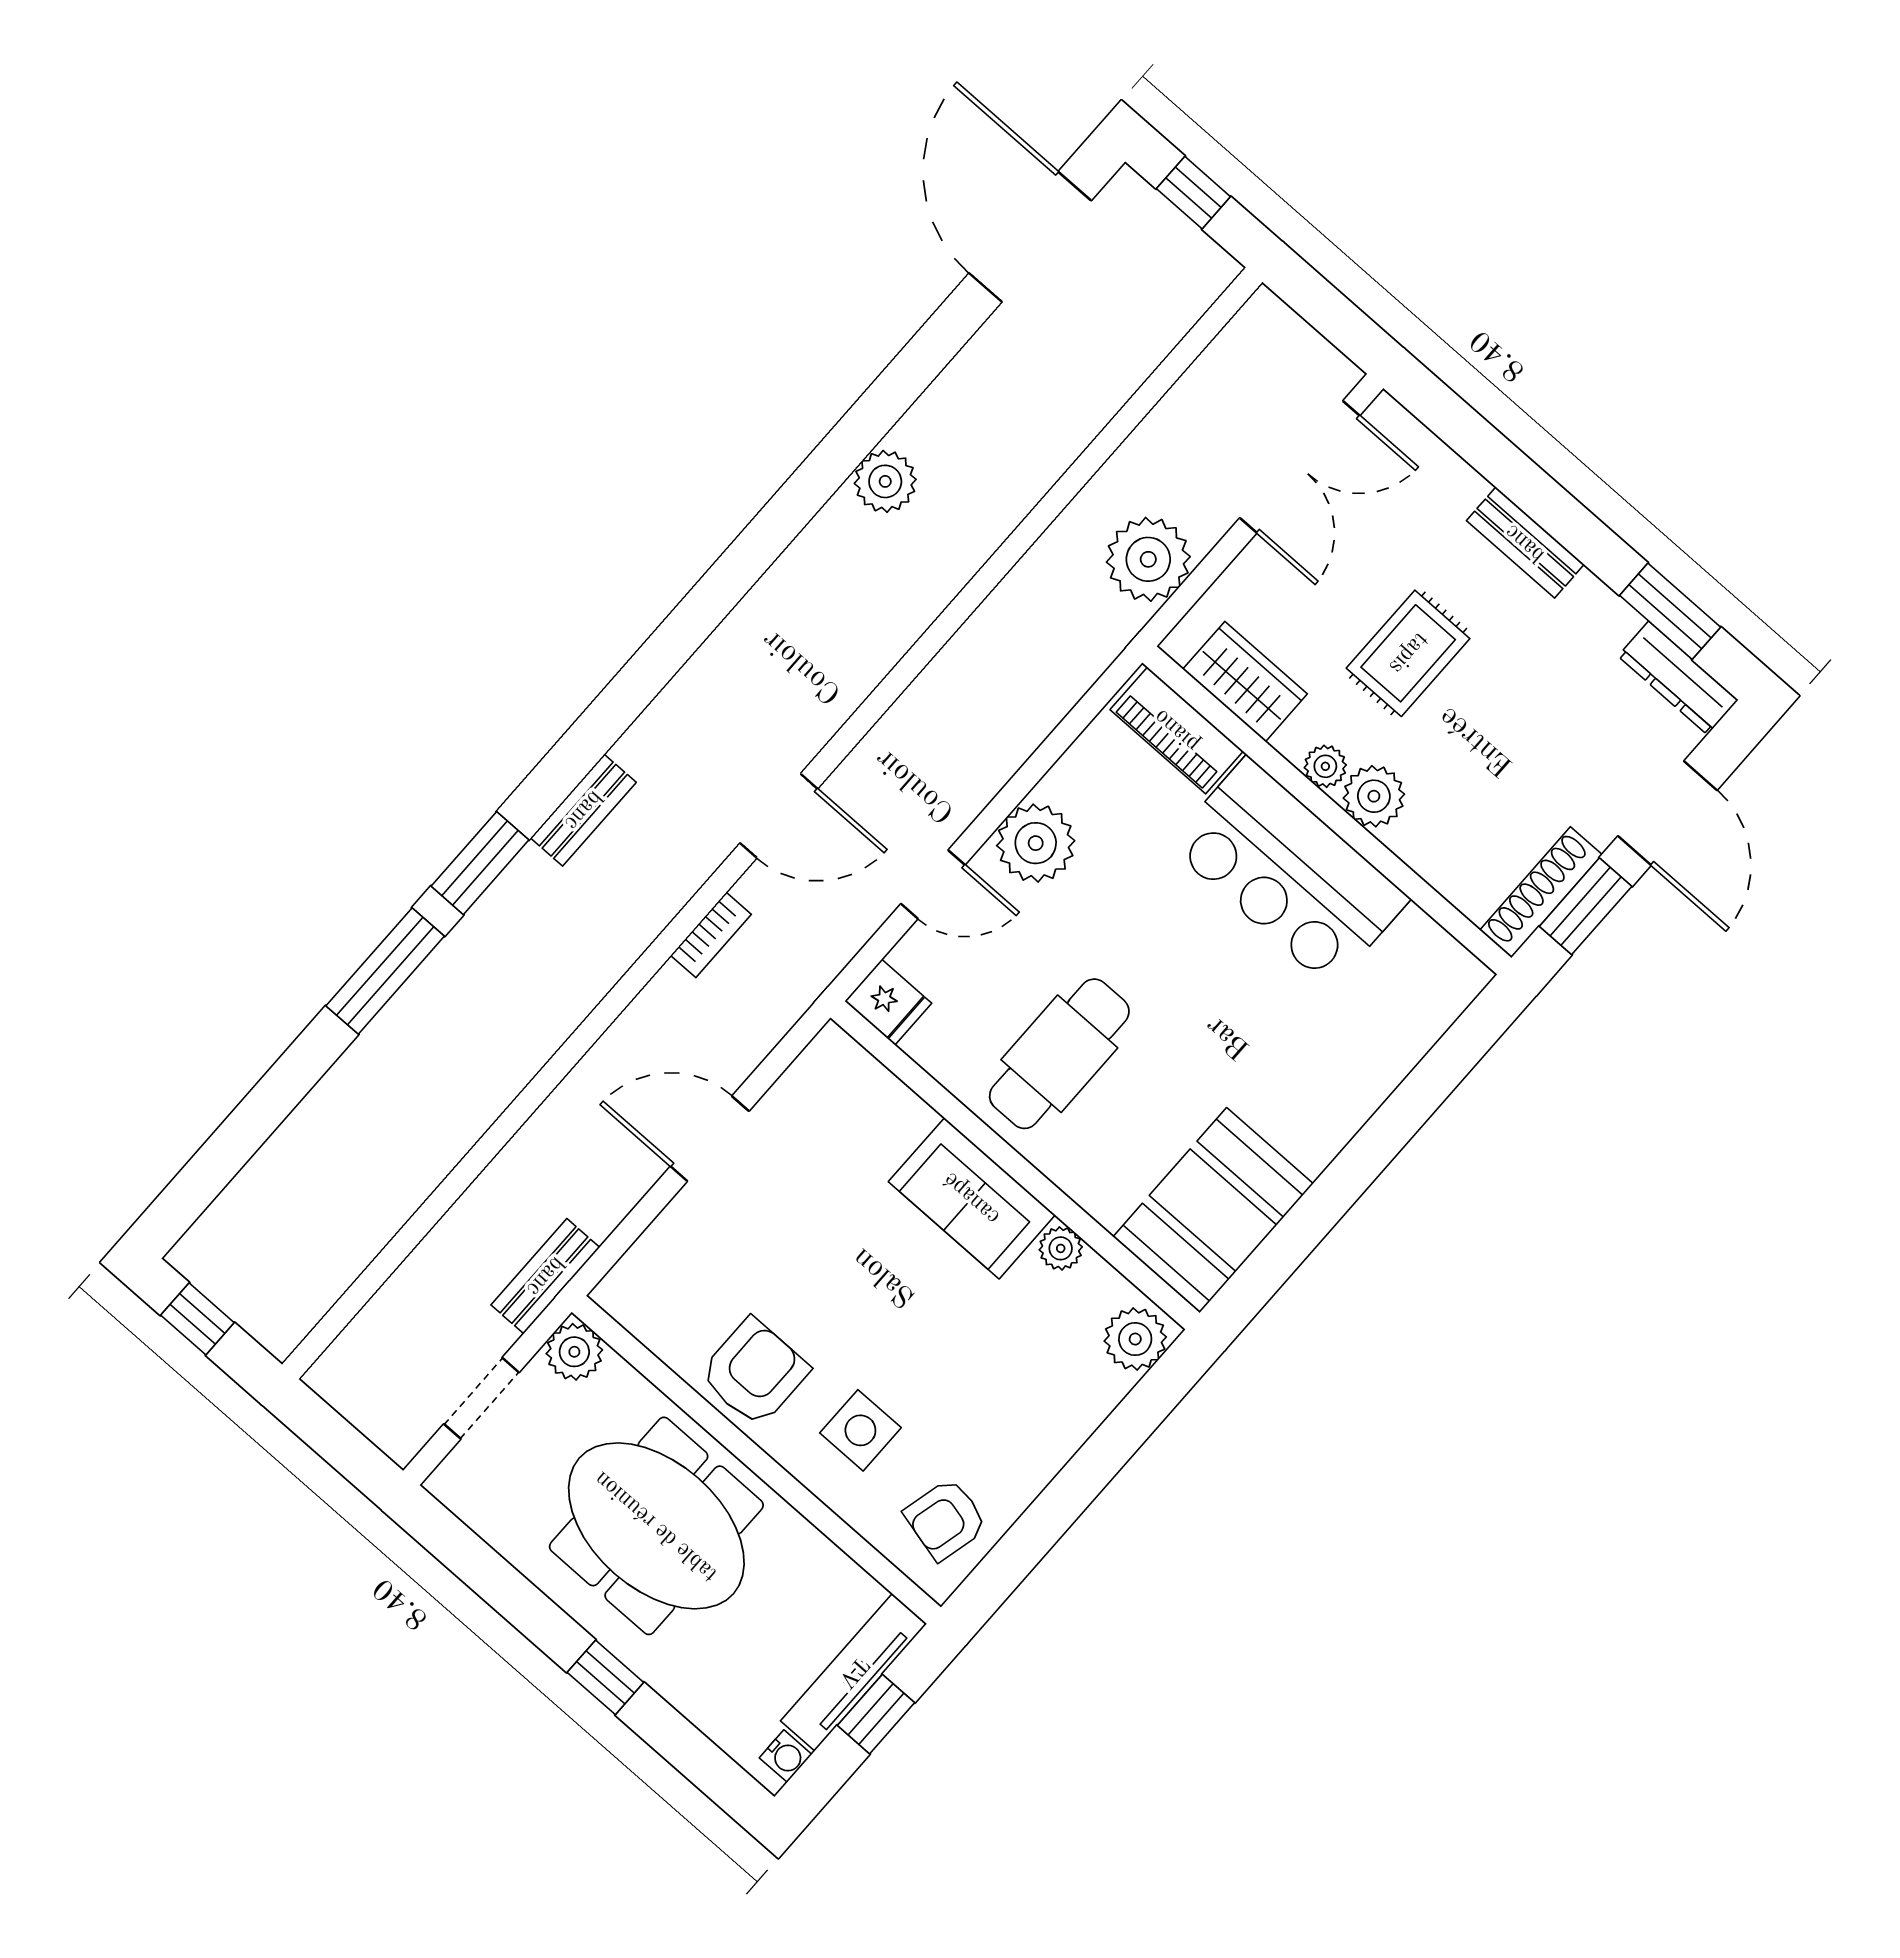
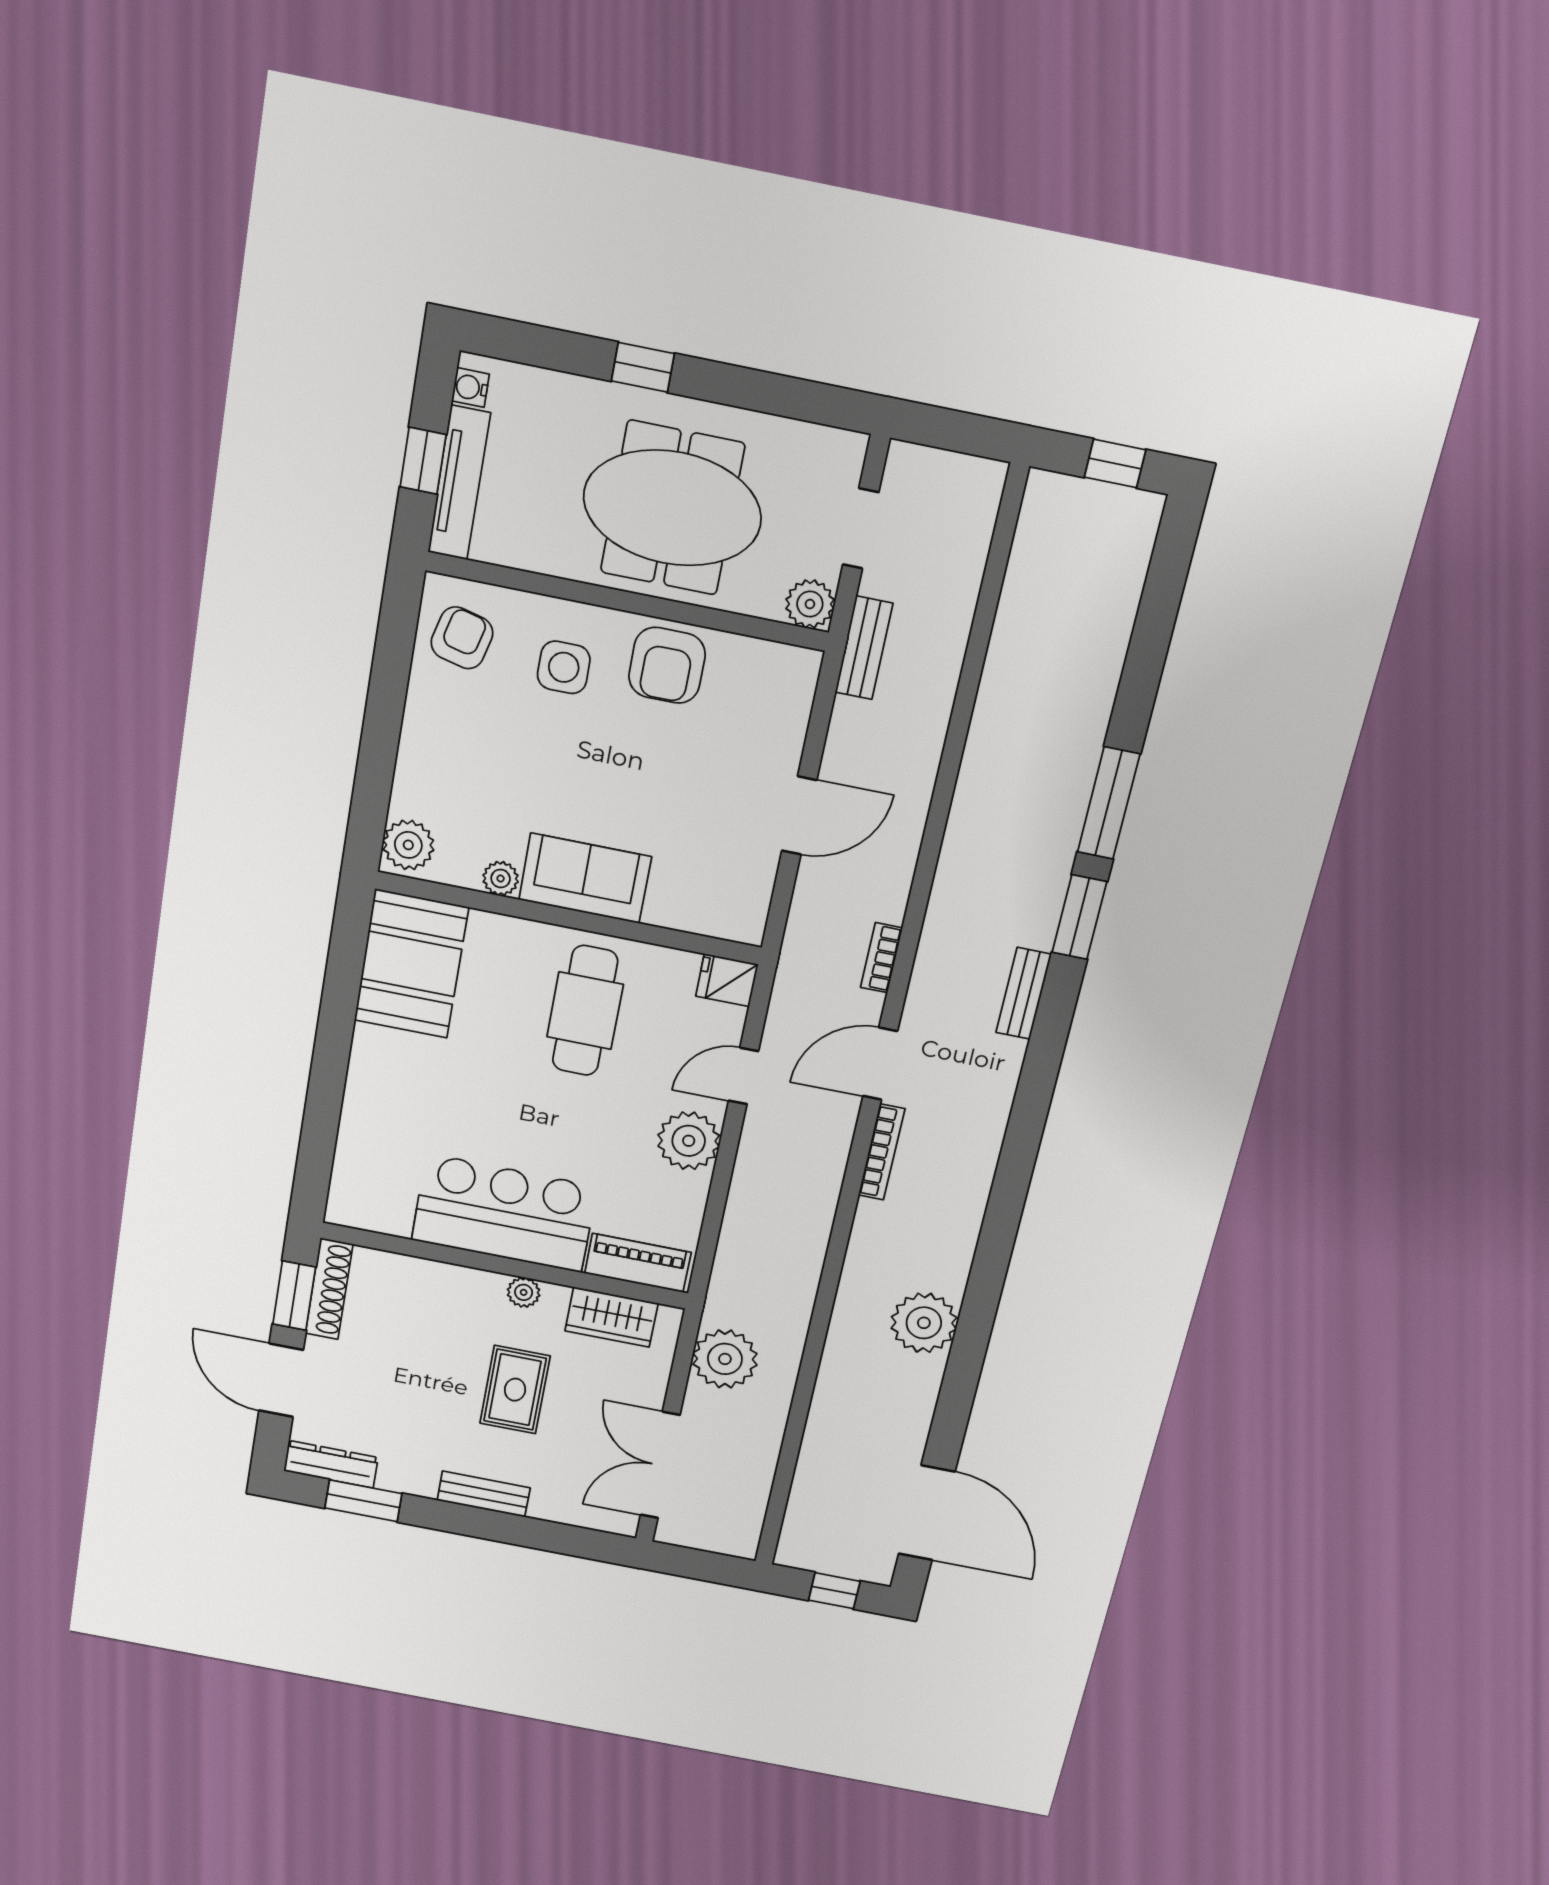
plant: (885, 481) -> (924, 1323), width x1.36, depth x1.36
bookcase: (834, 712) -> (882, 1152), added
plant: (1374, 796) -> (479, 1291), removed

